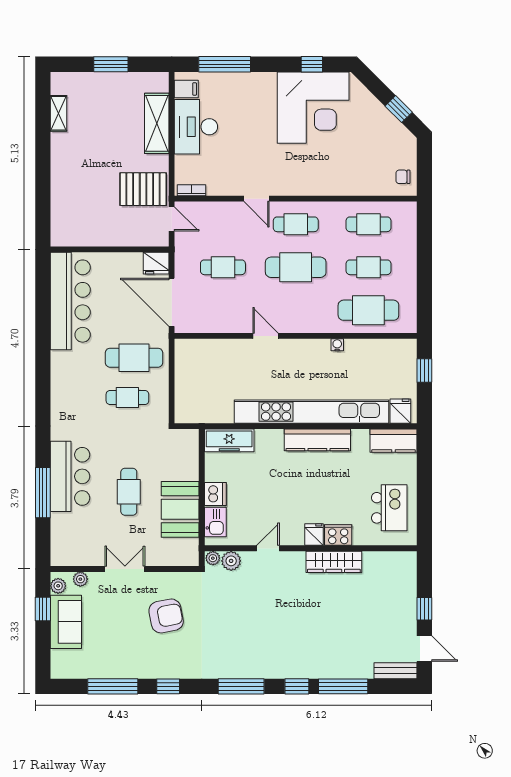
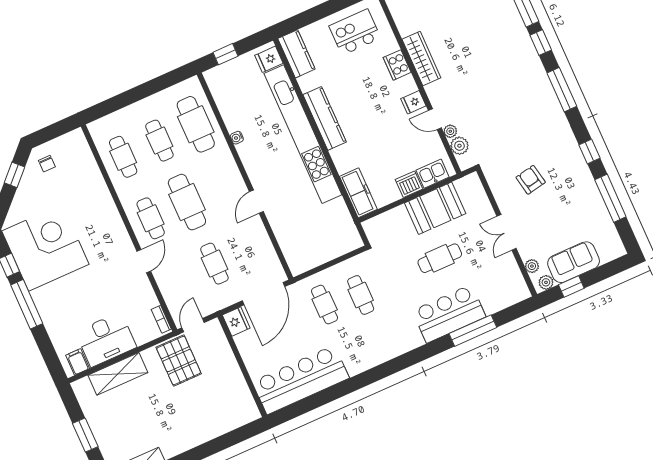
window: (225, 64) -> (27, 304), moved
chair: (403, 177) -> (47, 164), moved
cafe table: (134, 358) -> (325, 305), width x0.73, depth x0.74
fridge: (314, 535) -> (413, 102), moved
plant: (213, 558) -> (450, 131), moved
armchair: (166, 616) -> (531, 180), width x0.72, depth x0.72

